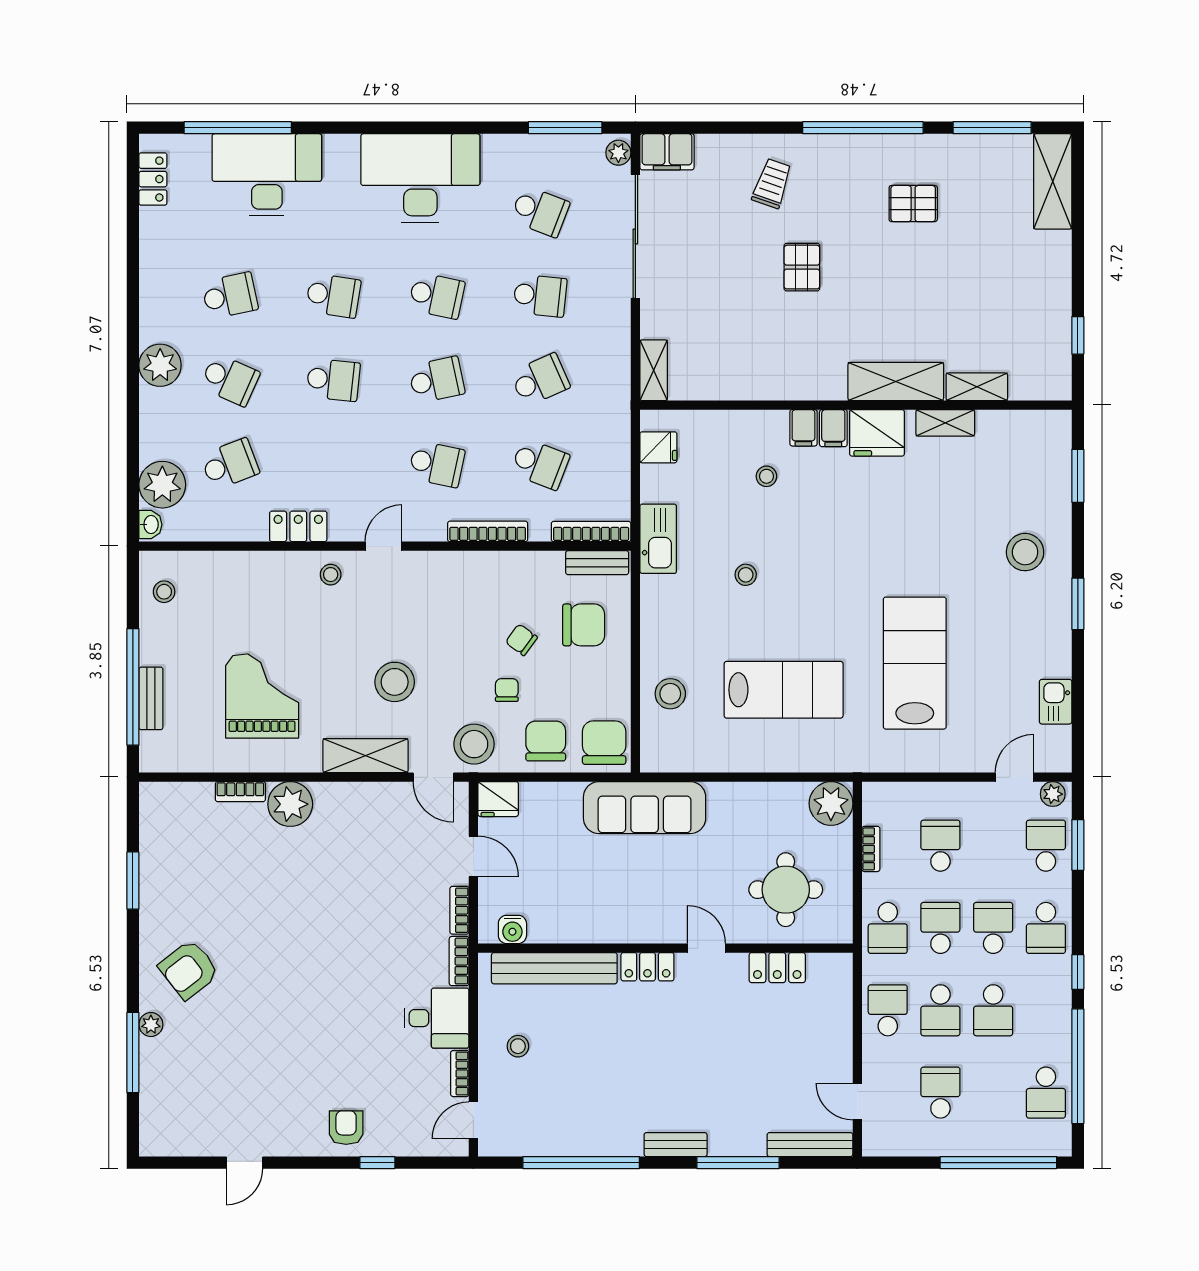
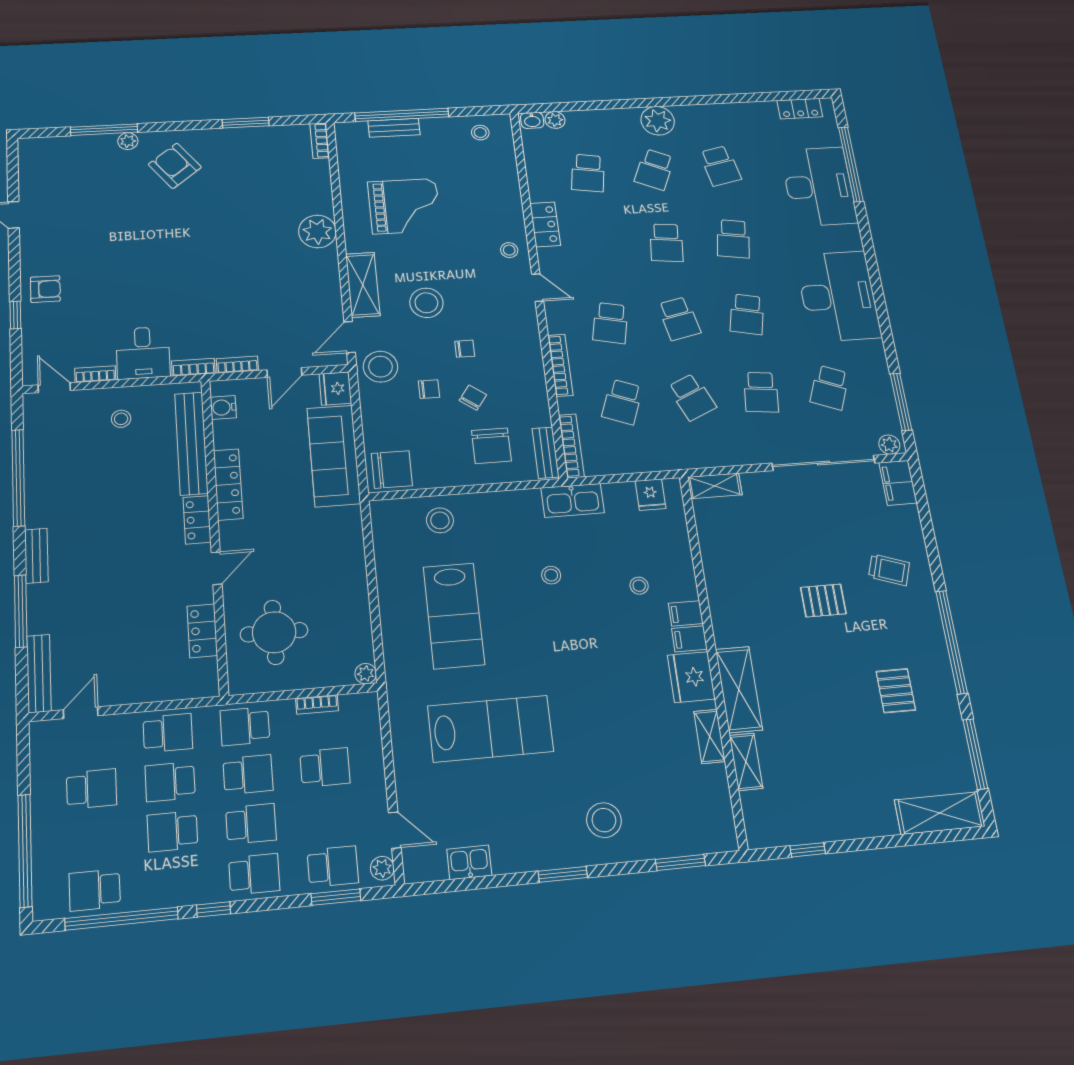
school desk: (230, 464) -> (588, 173), turned 30
plant: (162, 485) -> (555, 120), width x0.53, depth x0.53
chair: (546, 741) -> (465, 349), moved, width x0.54, depth x0.54
bookcase: (240, 792) -> (320, 141), moved
plant: (831, 803) -> (366, 674), width x0.53, depth x0.53
sofa: (645, 808) -> (334, 456), moved
school desk: (1046, 928) -> (254, 874), turned 180
locker: (608, 929) -> (228, 484), added

